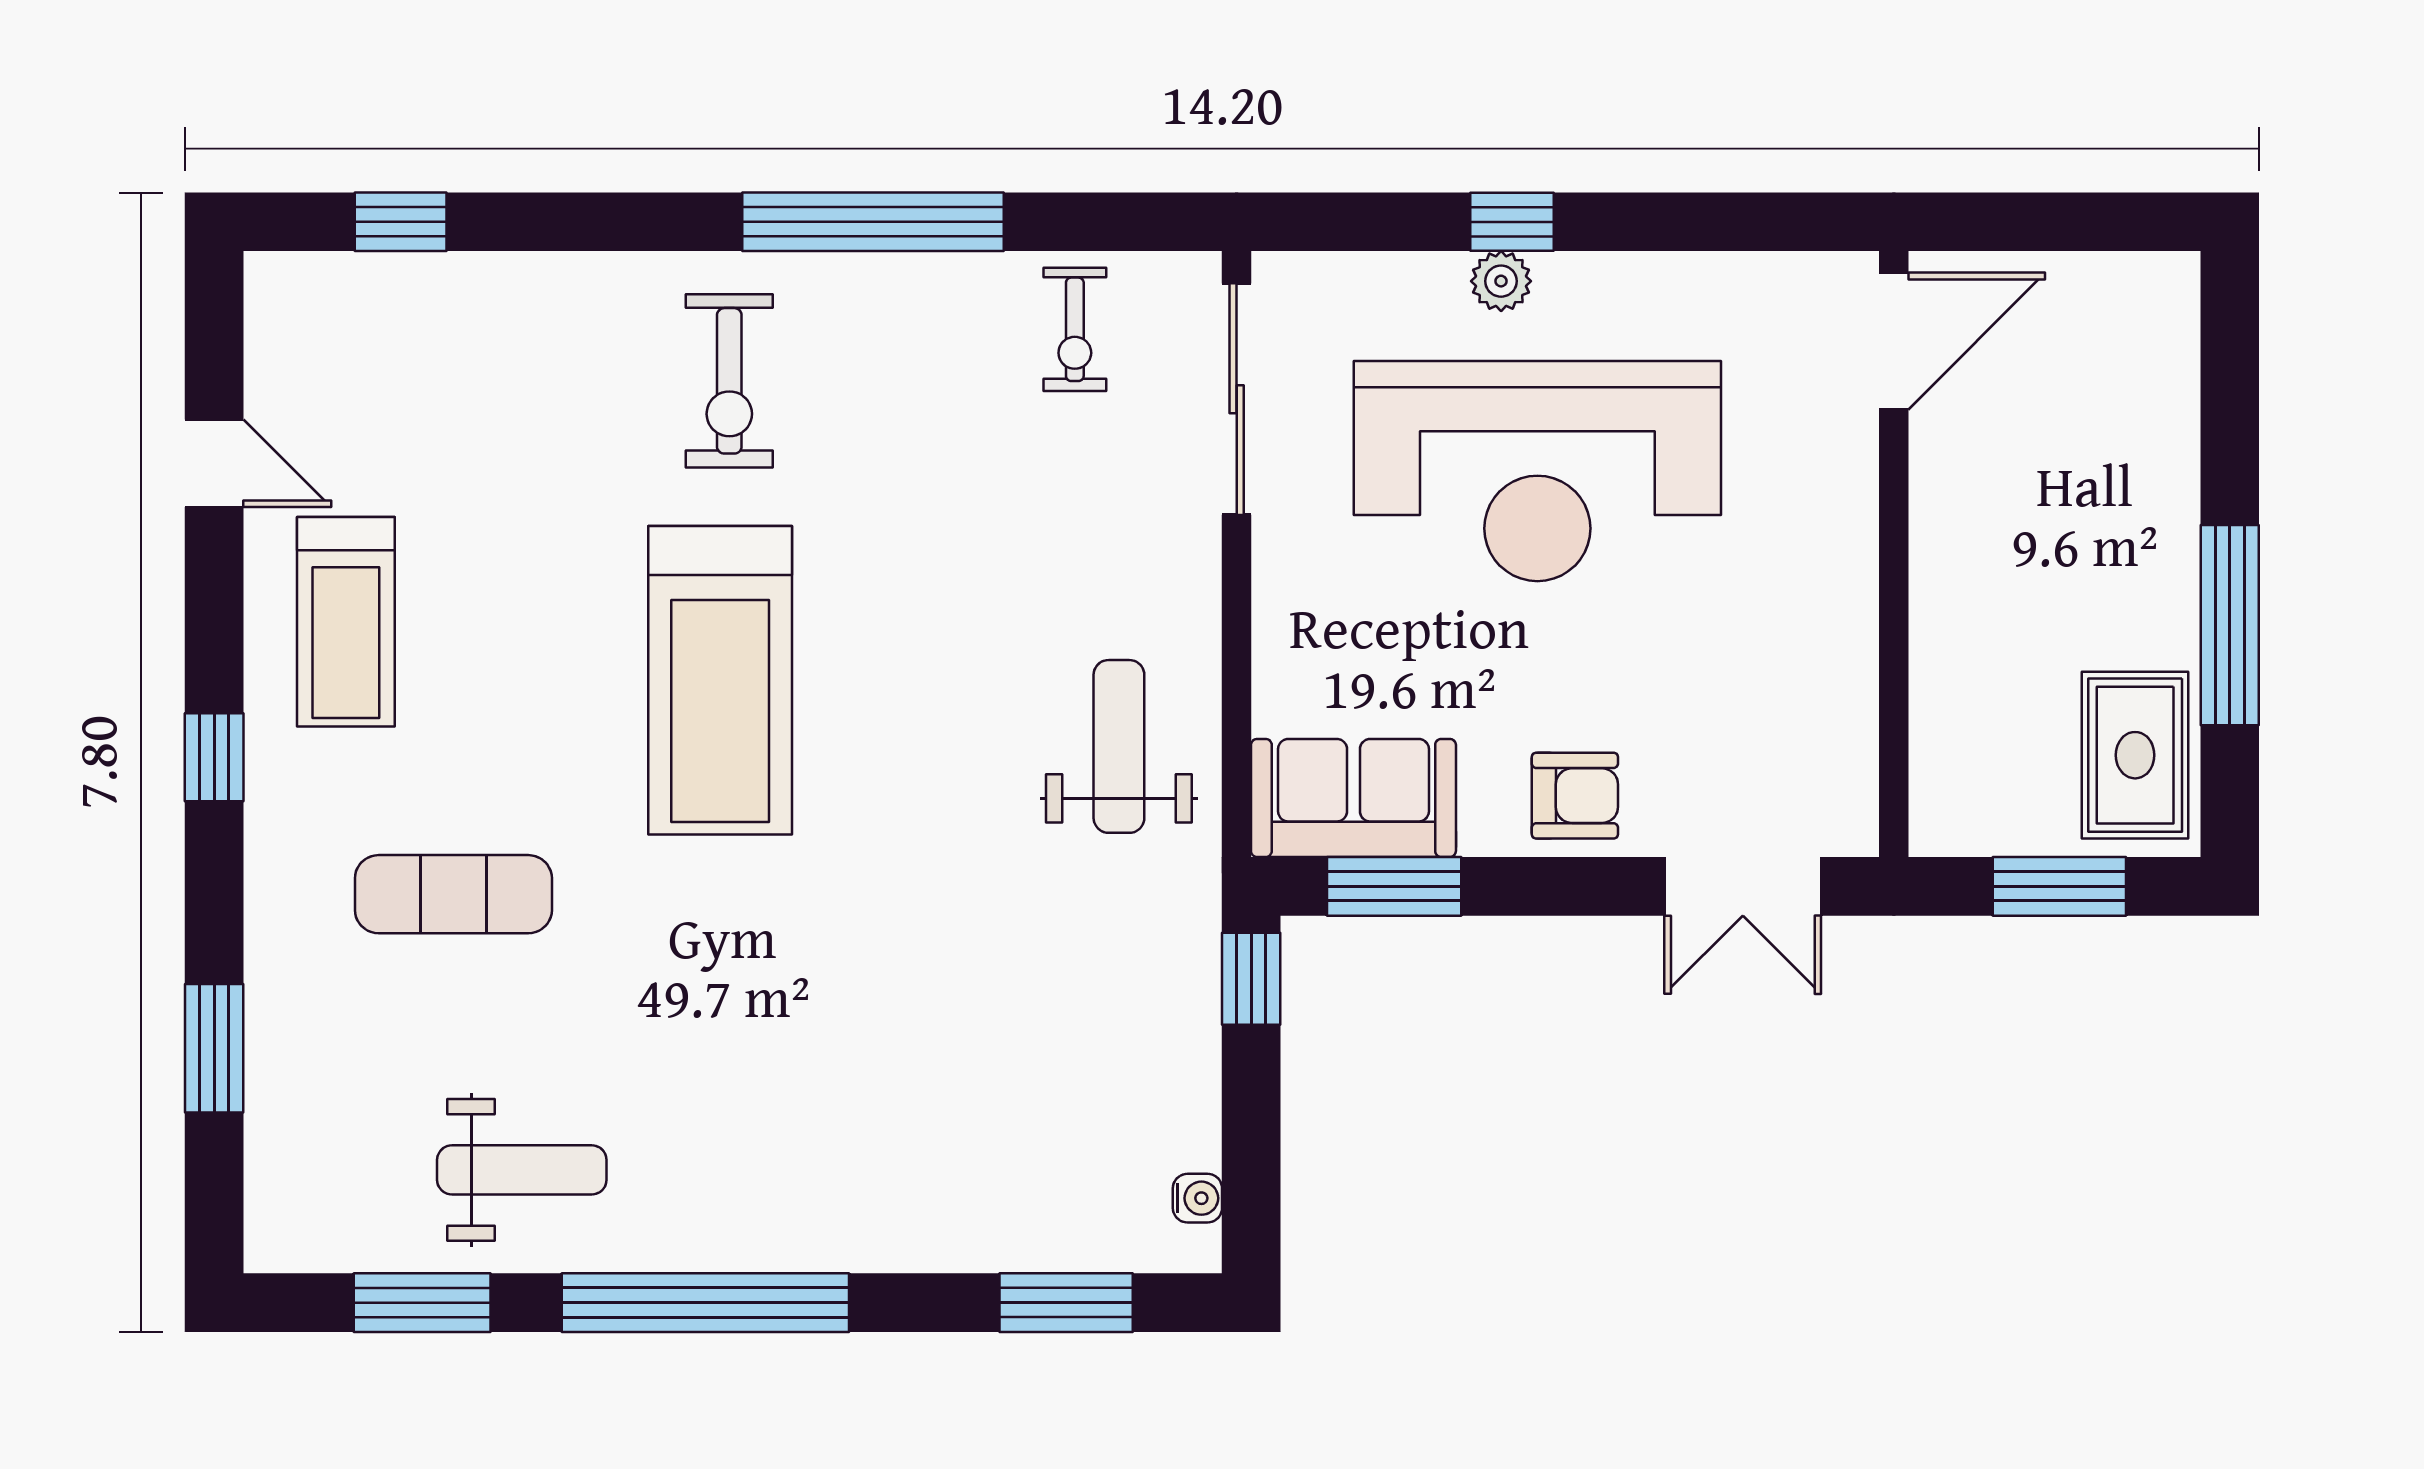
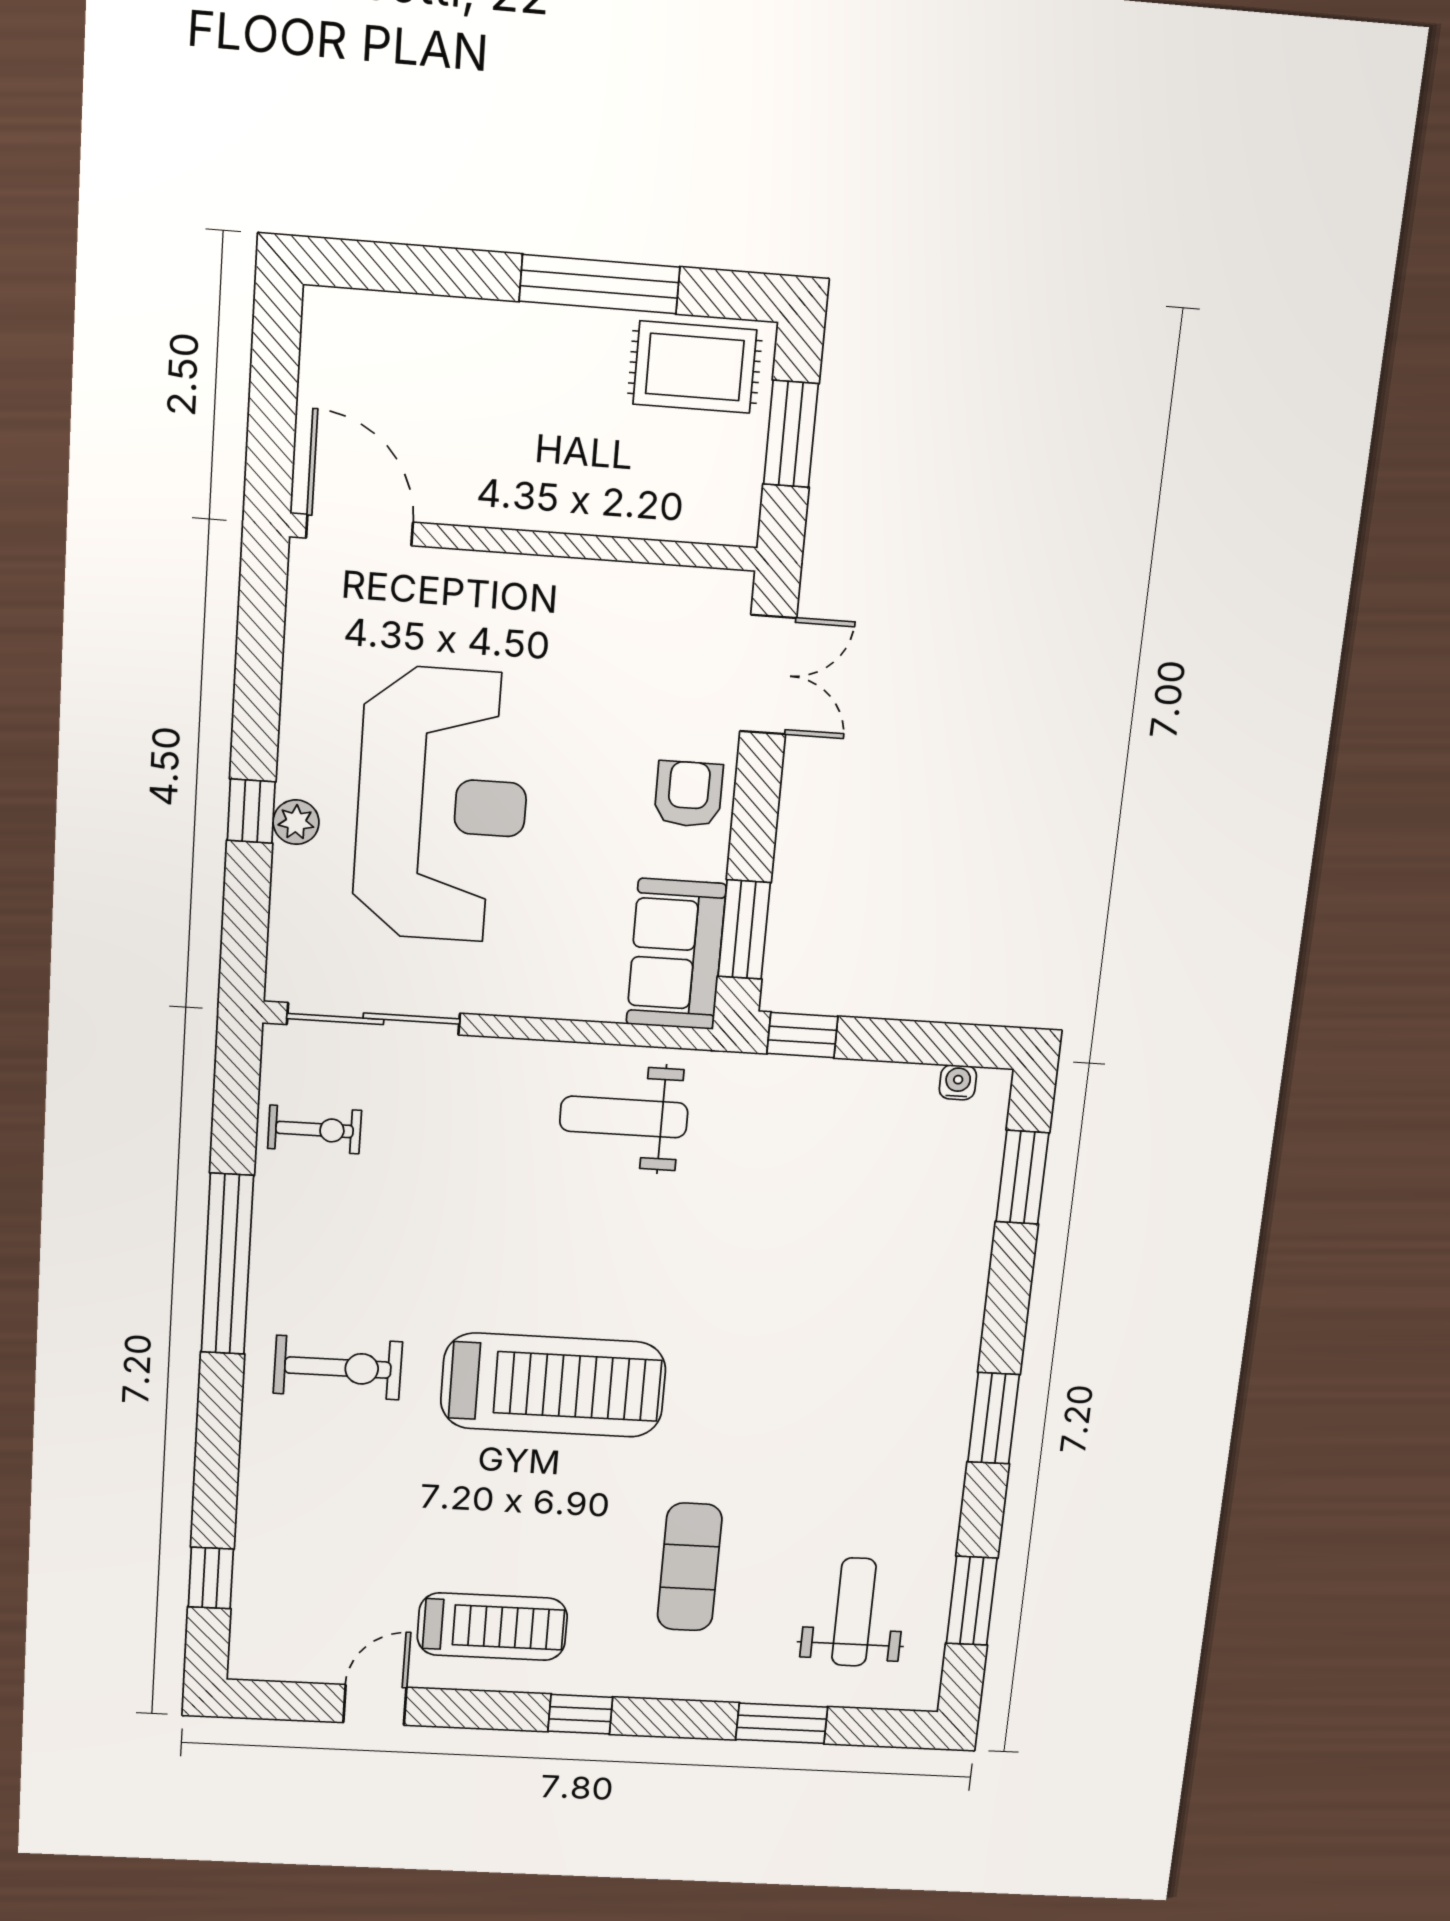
weight bench: (522, 1170) -> (854, 1612), moved
window: (705, 1303) -> (994, 1418), width x0.47

